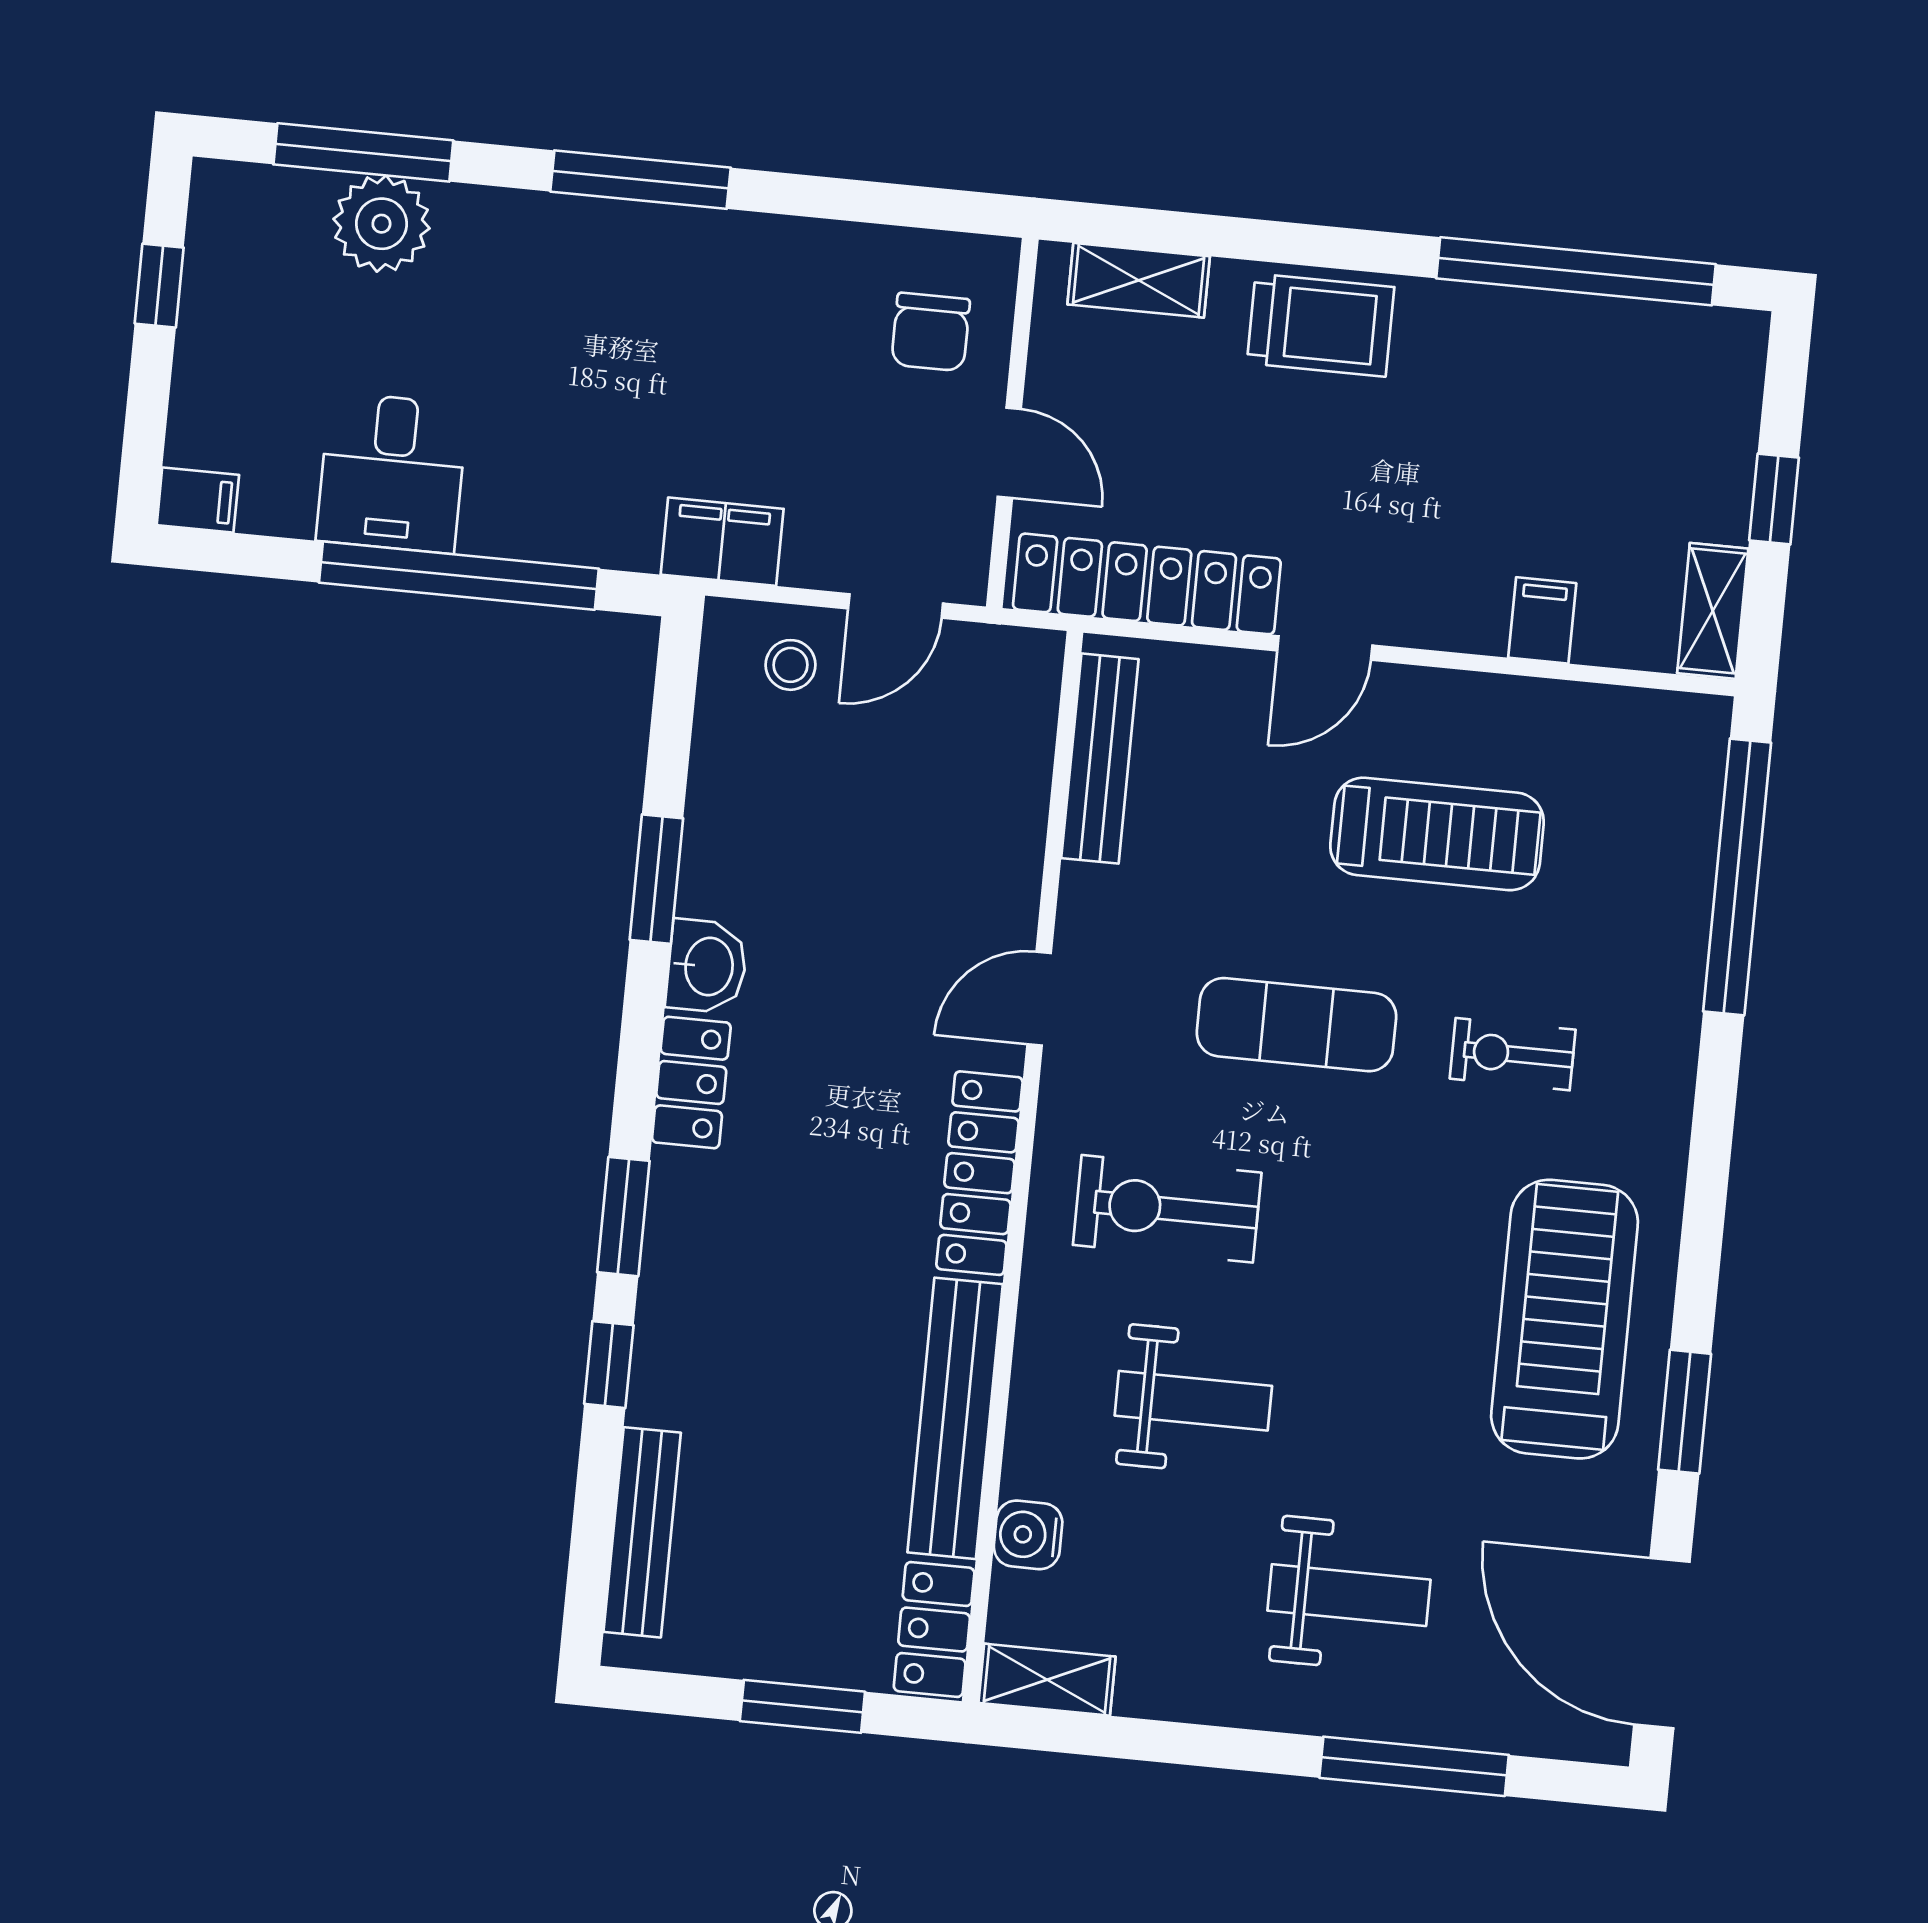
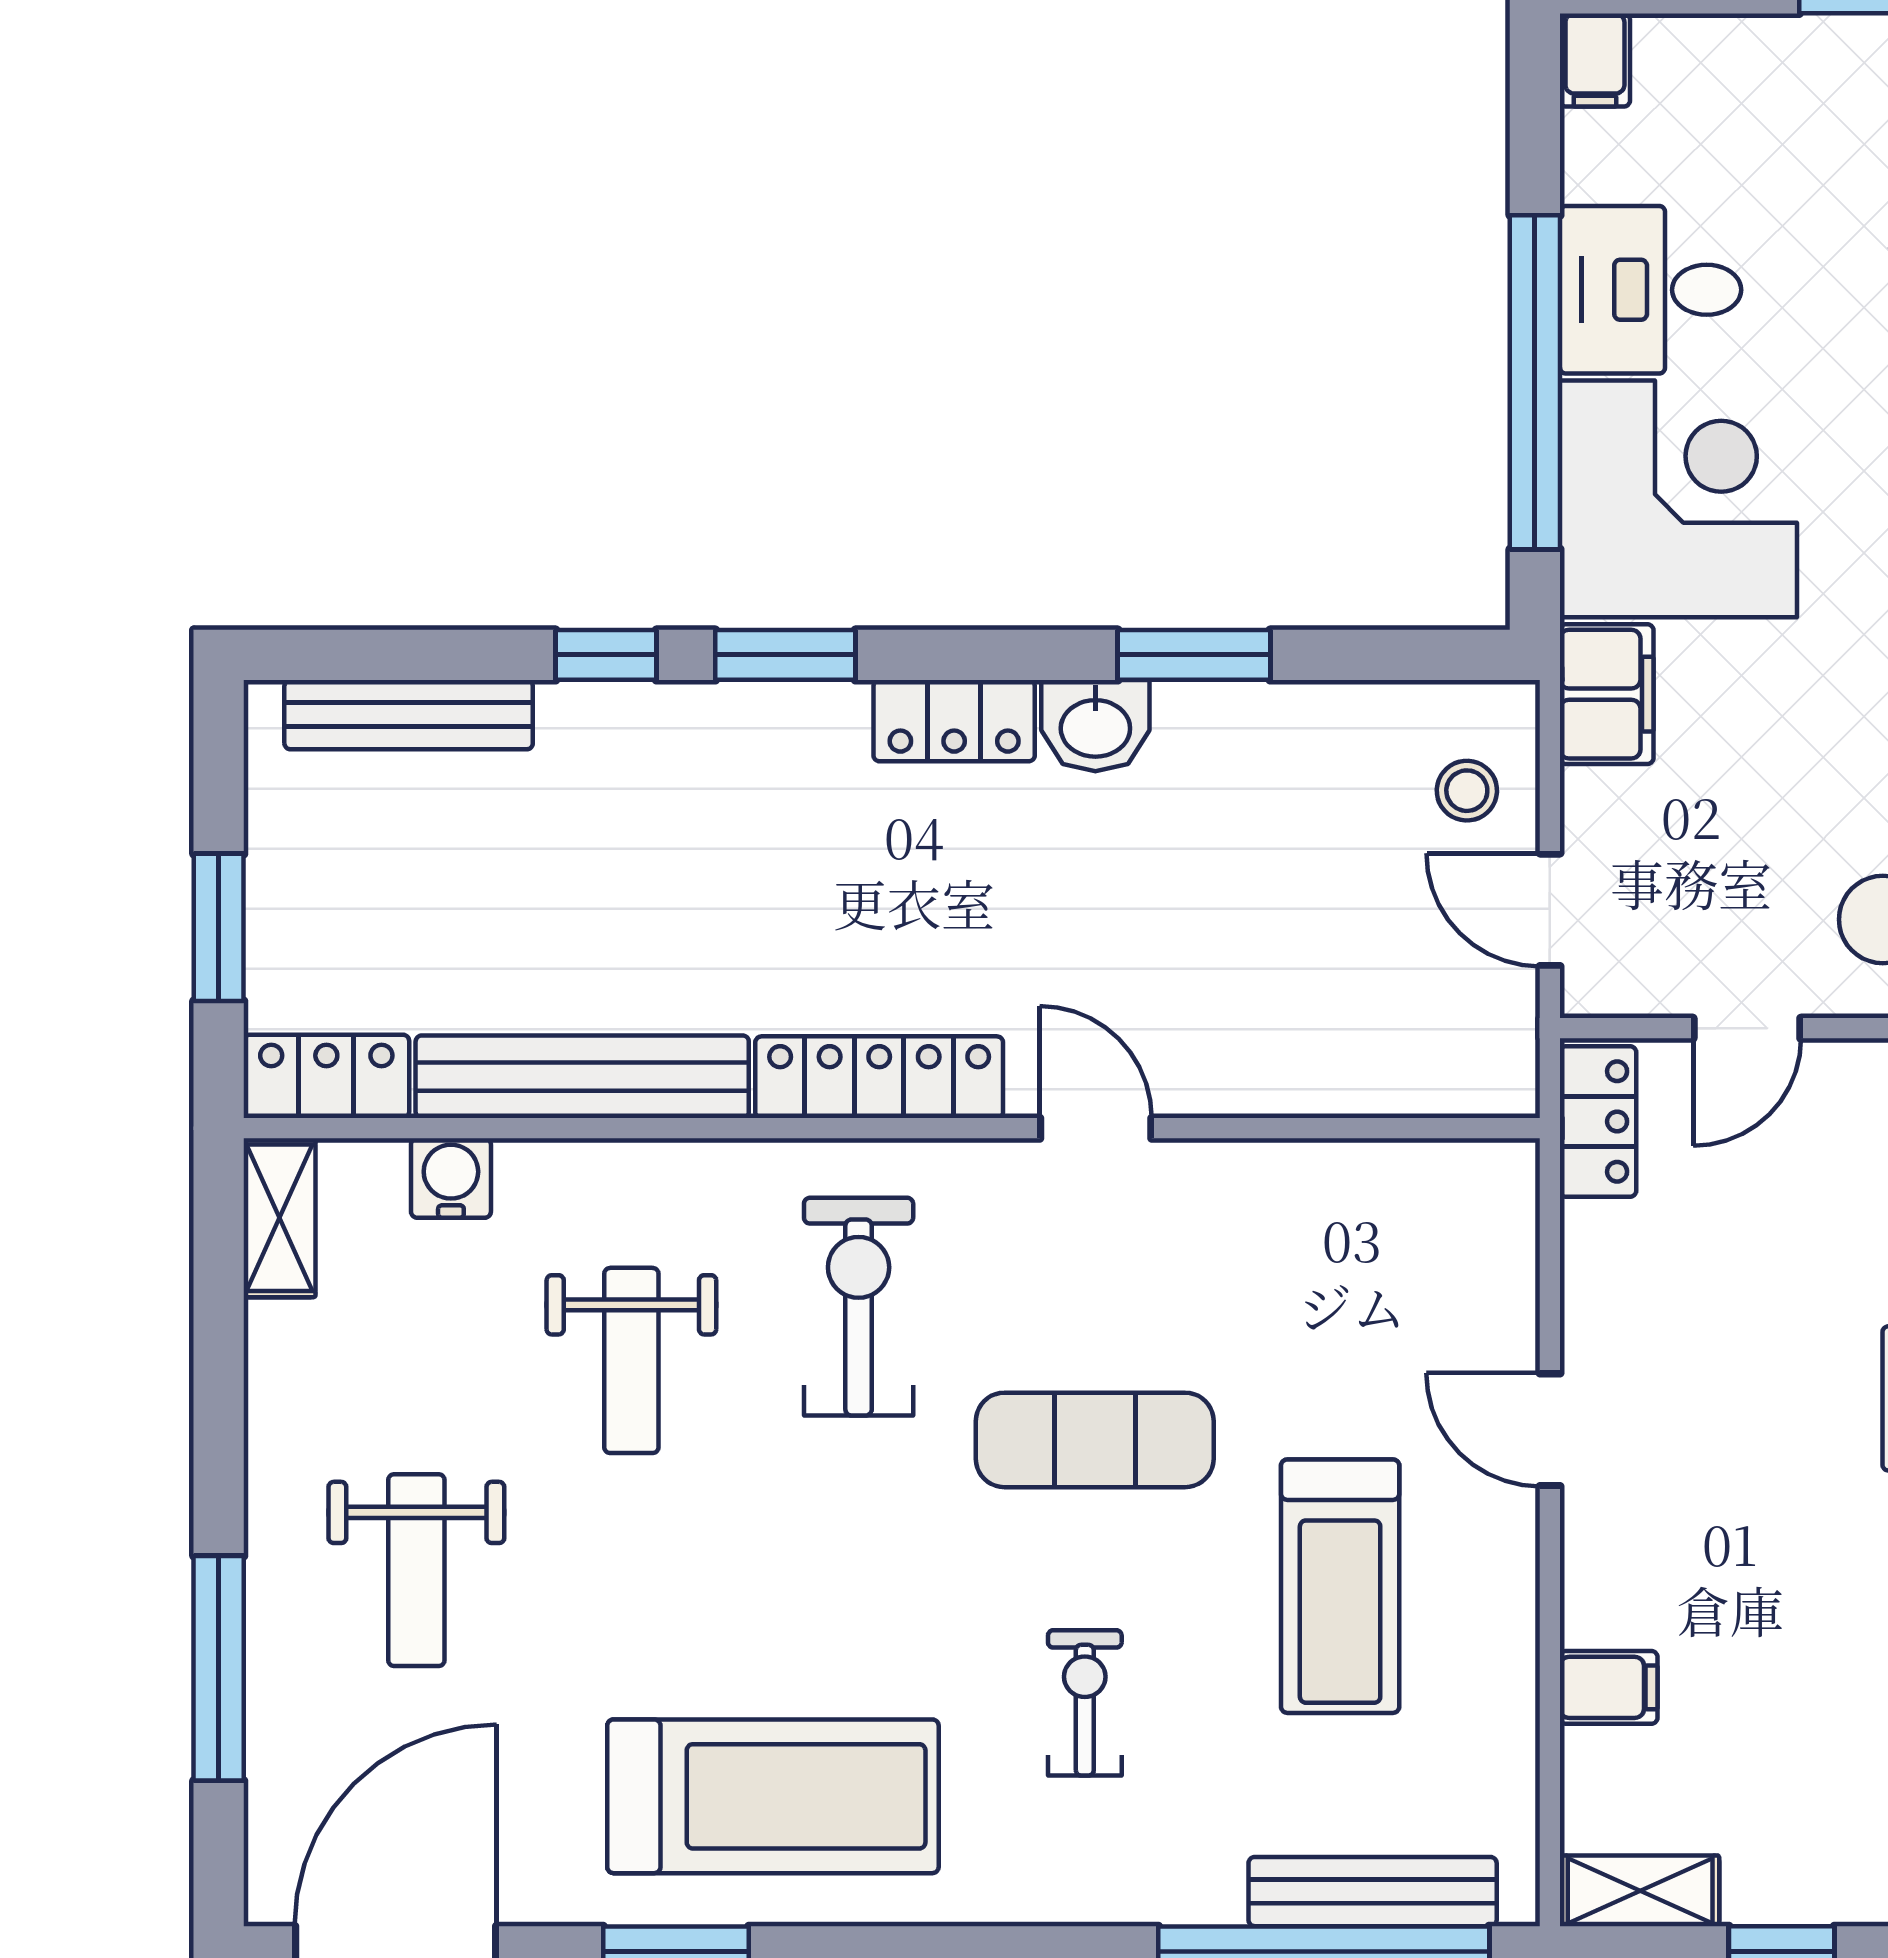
corner desk: (567, 467) -> (1678, 499), added
locker: (1147, 584) -> (1598, 1121), width x0.46, depth x0.83
bench: (1100, 759) -> (1373, 1892), moved
exercise mat: (1296, 1025) -> (1095, 1440), turned 90

